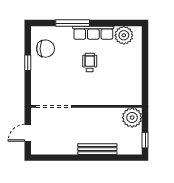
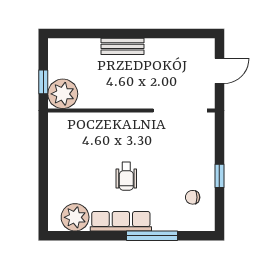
chair: (46, 49) -> (193, 197), width x0.54, depth x0.54
window: (145, 140) -> (43, 82), moved
bench: (97, 149) -> (122, 46), width x0.73

